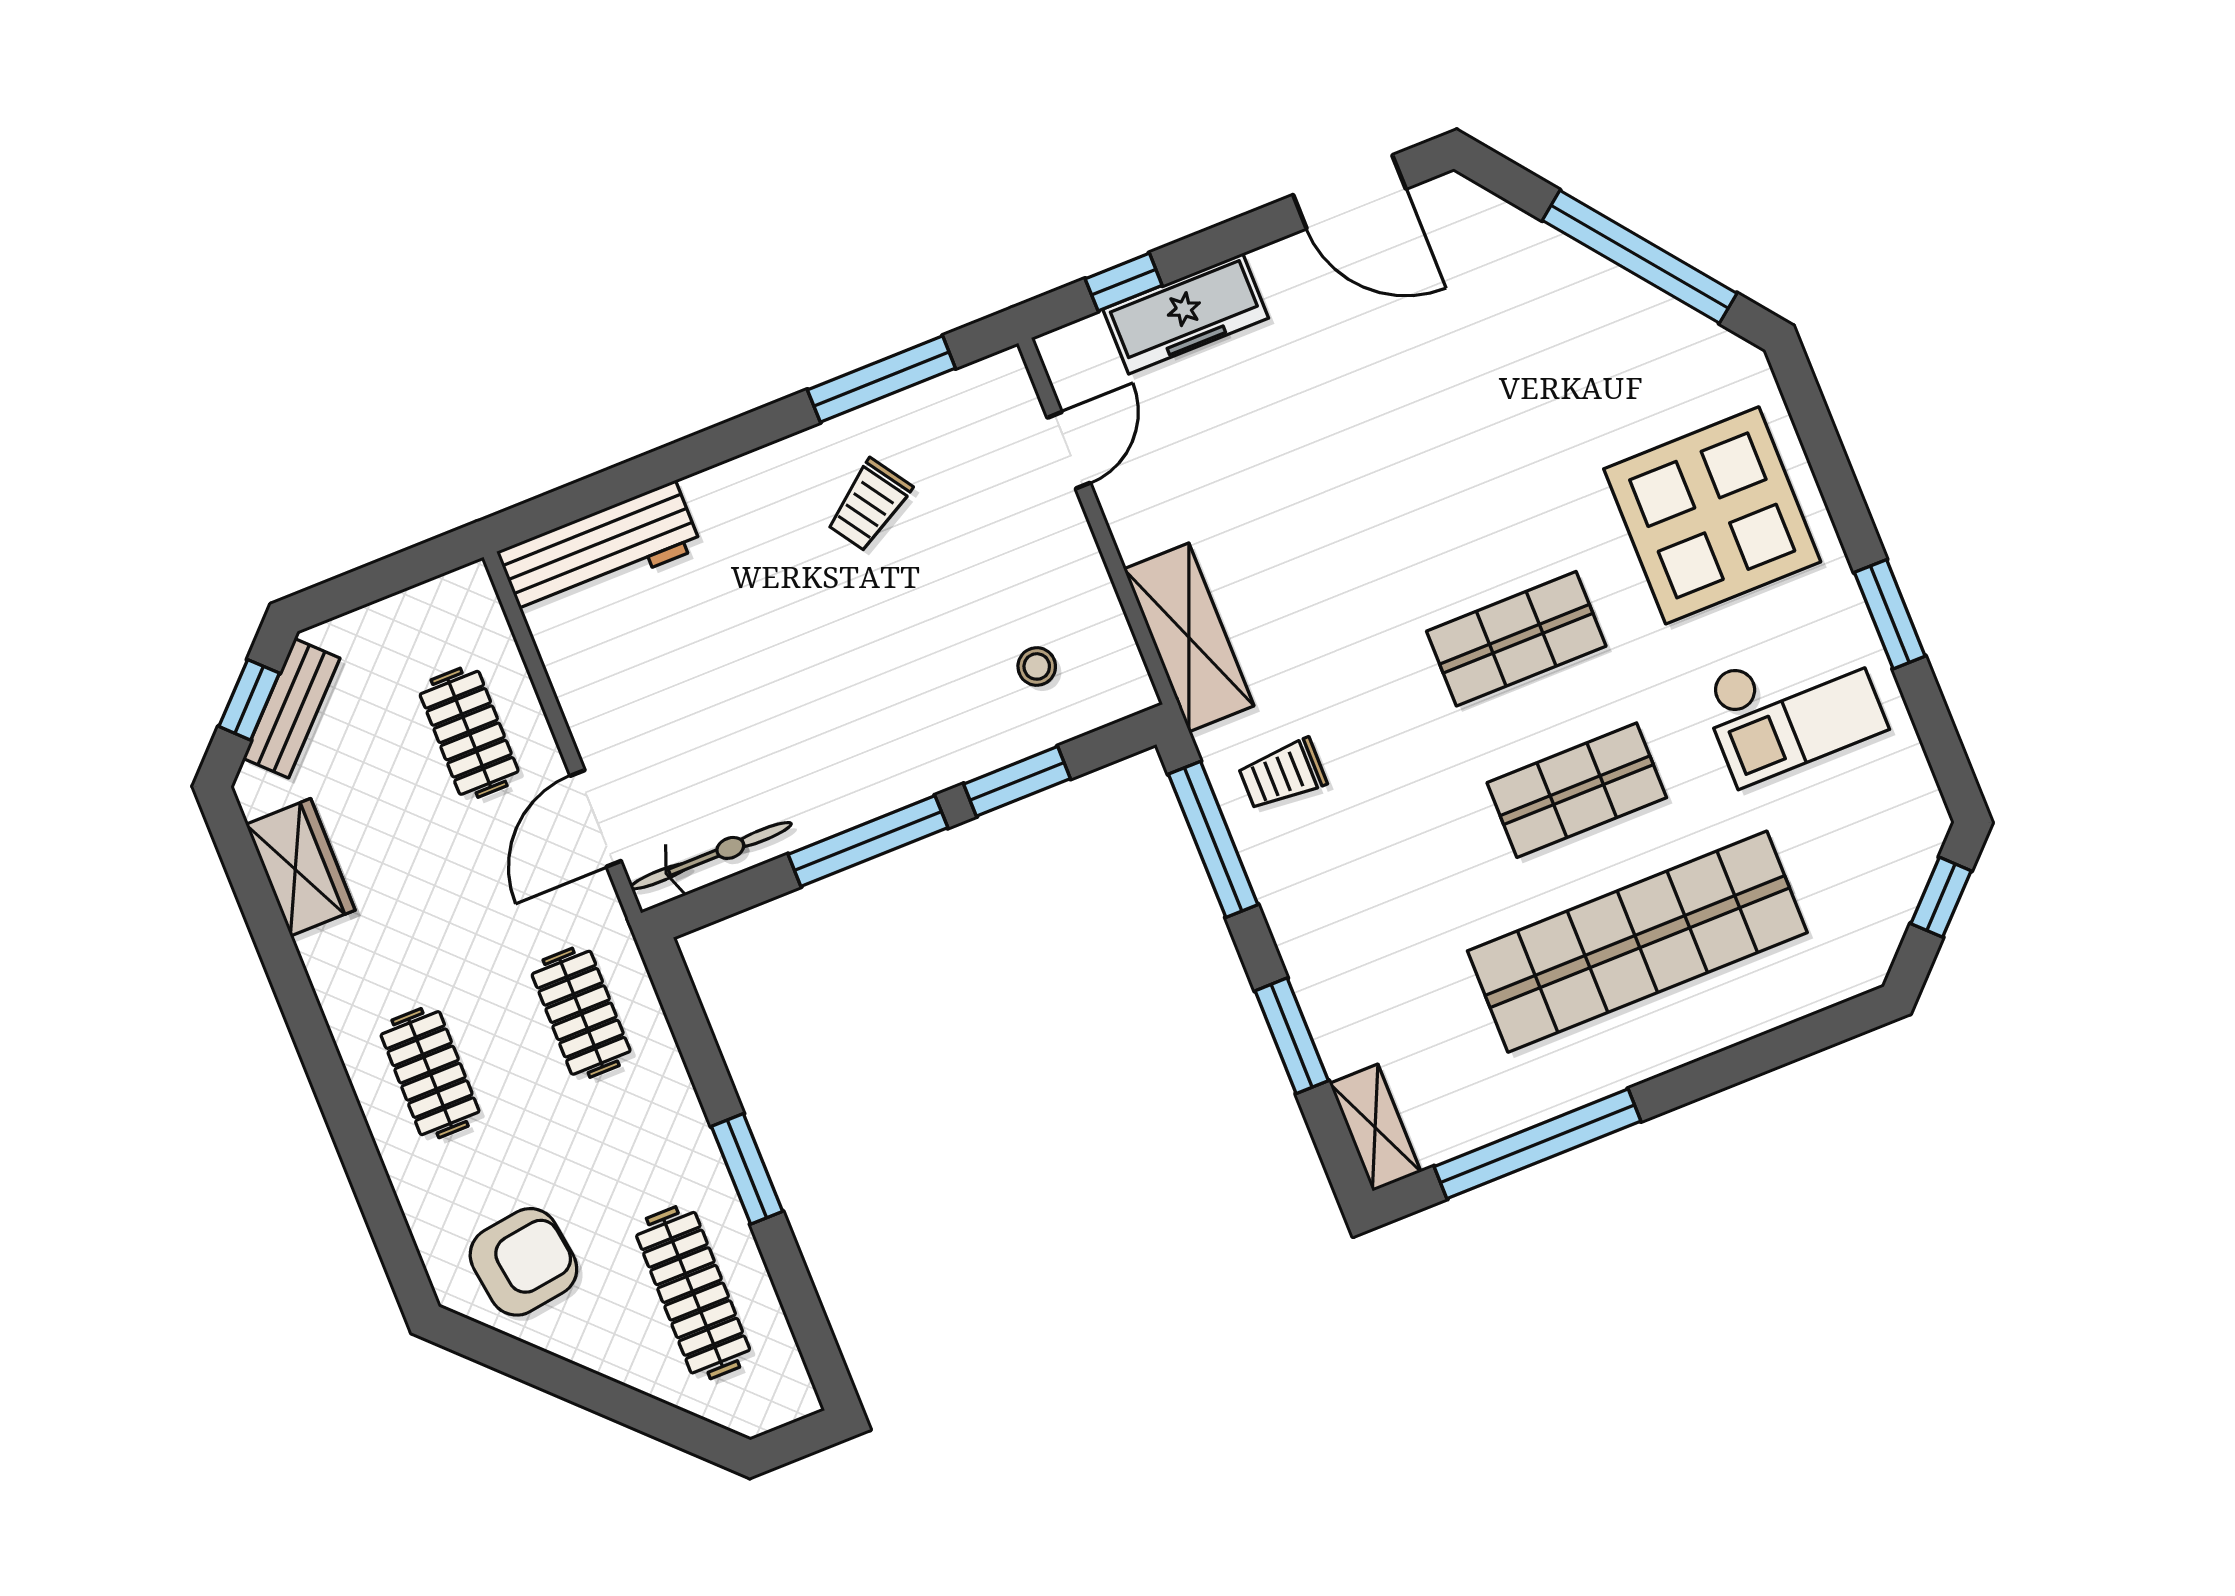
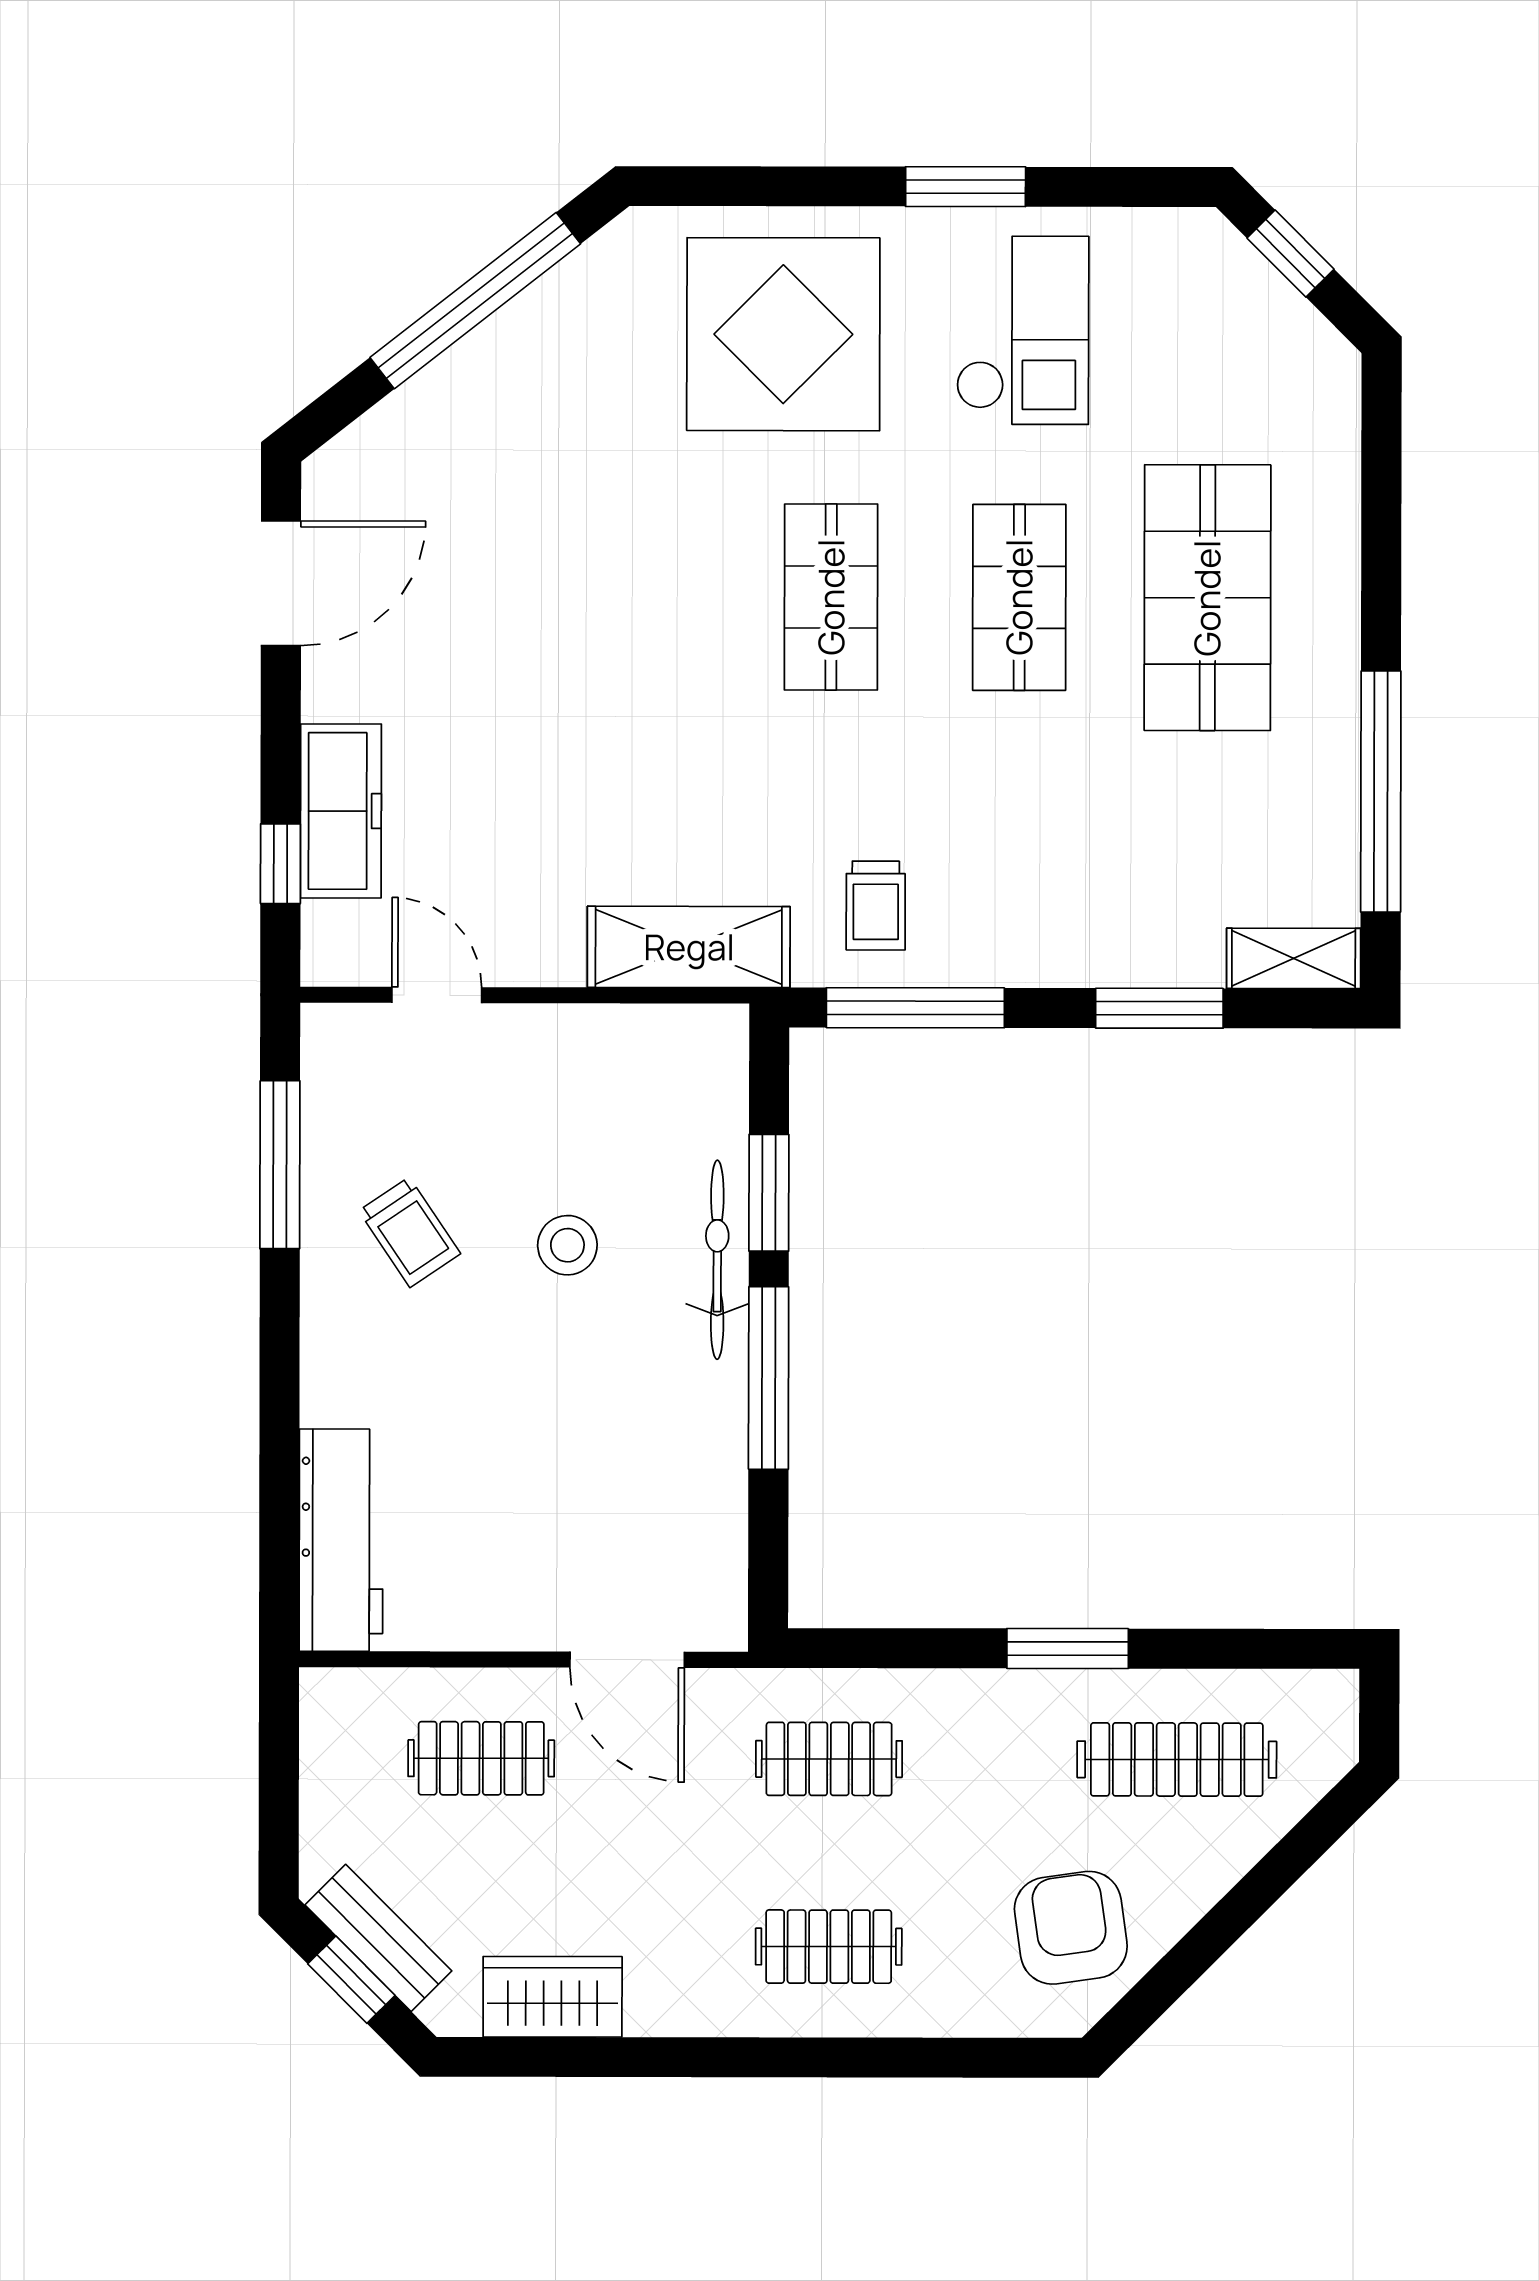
stool: (1037, 666) -> (567, 1245), moved, width x1.37, depth x1.37
bicycle: (711, 856) -> (717, 1260), moved
shop shelf: (1637, 942) -> (1207, 598), width x0.71

